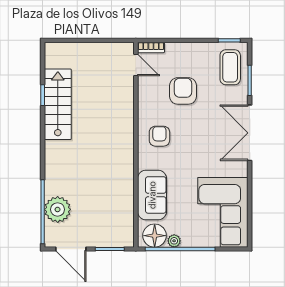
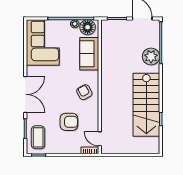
armchair: (183, 91) -> (69, 122), turned -90
stairs: (58, 104) -> (146, 105), width x1.36, depth x1.51
armchair: (159, 136) -> (84, 92), turned 151
plant: (58, 209) -> (151, 57), moved

